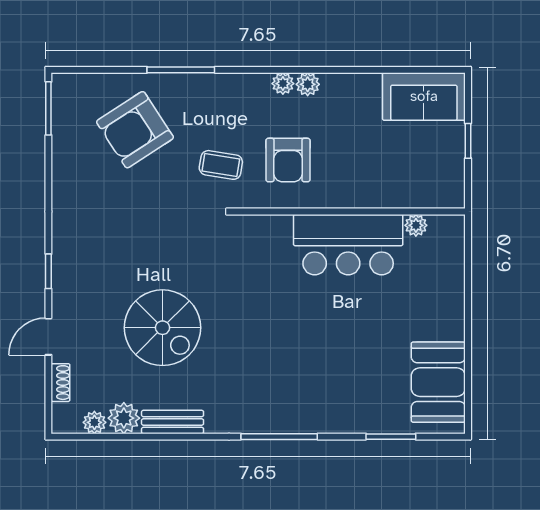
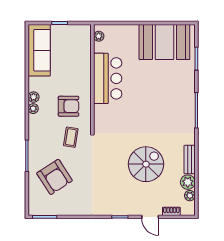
sofa: (424, 96) -> (39, 50), width x1.36
plant: (416, 225) -> (99, 36), moved
booth: (438, 382) -> (164, 42), width x1.36, depth x1.42

